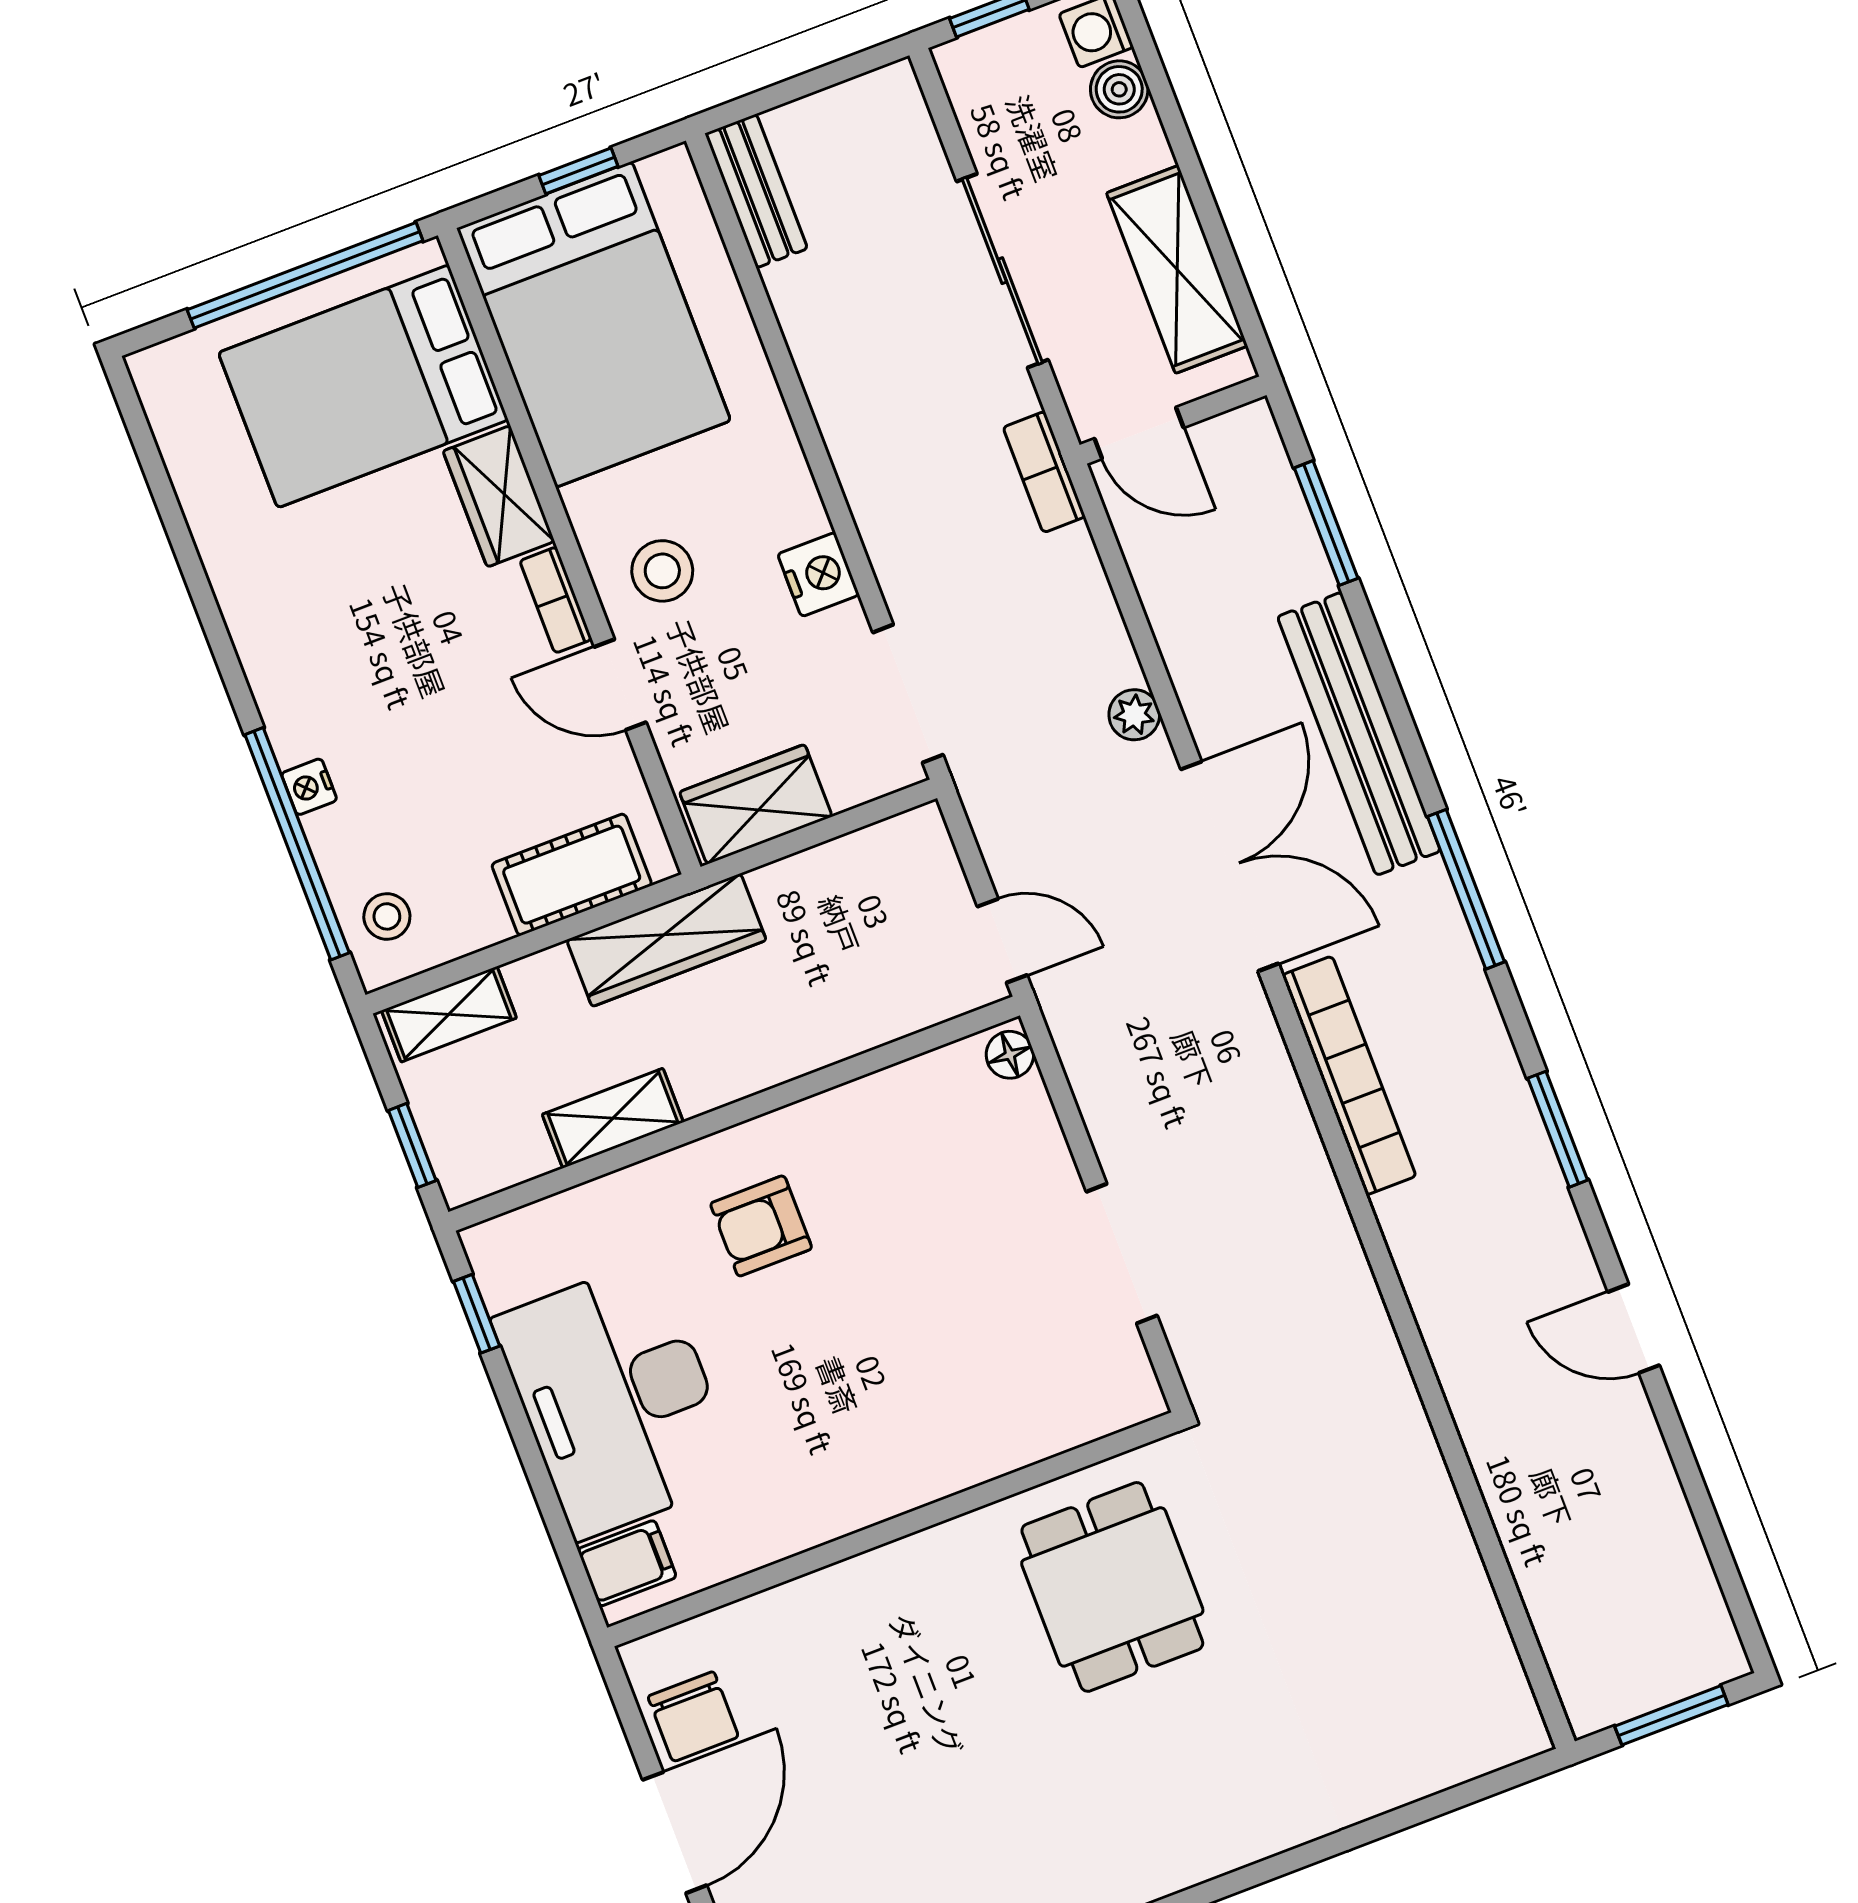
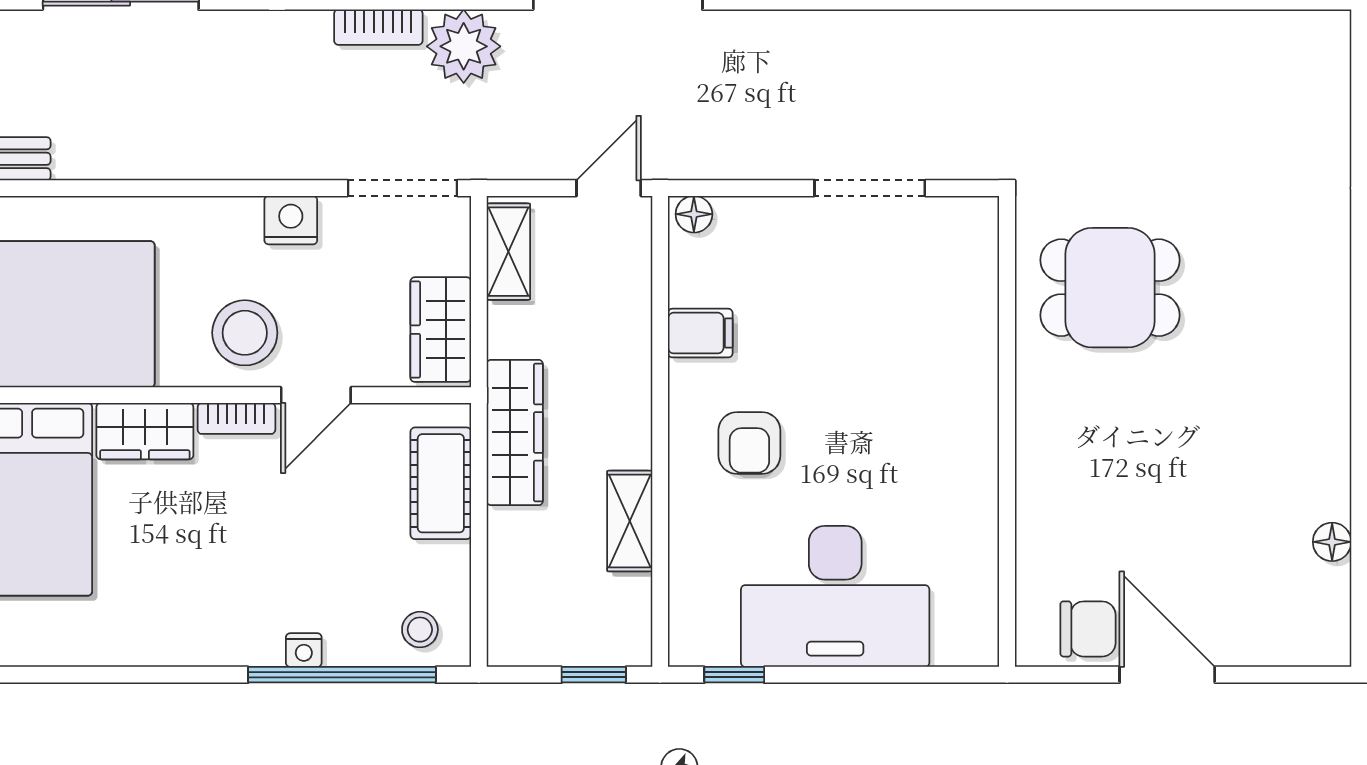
bookcase: (1044, 472) -> (378, 27), moved
stool: (662, 571) -> (245, 333), width x1.38, depth x1.38
plant: (1134, 715) -> (464, 46), width x1.87, depth x1.87
shelving: (449, 1014) -> (508, 252), moved
filing cabinet: (627, 1563) -> (700, 333), moved, turned 90

